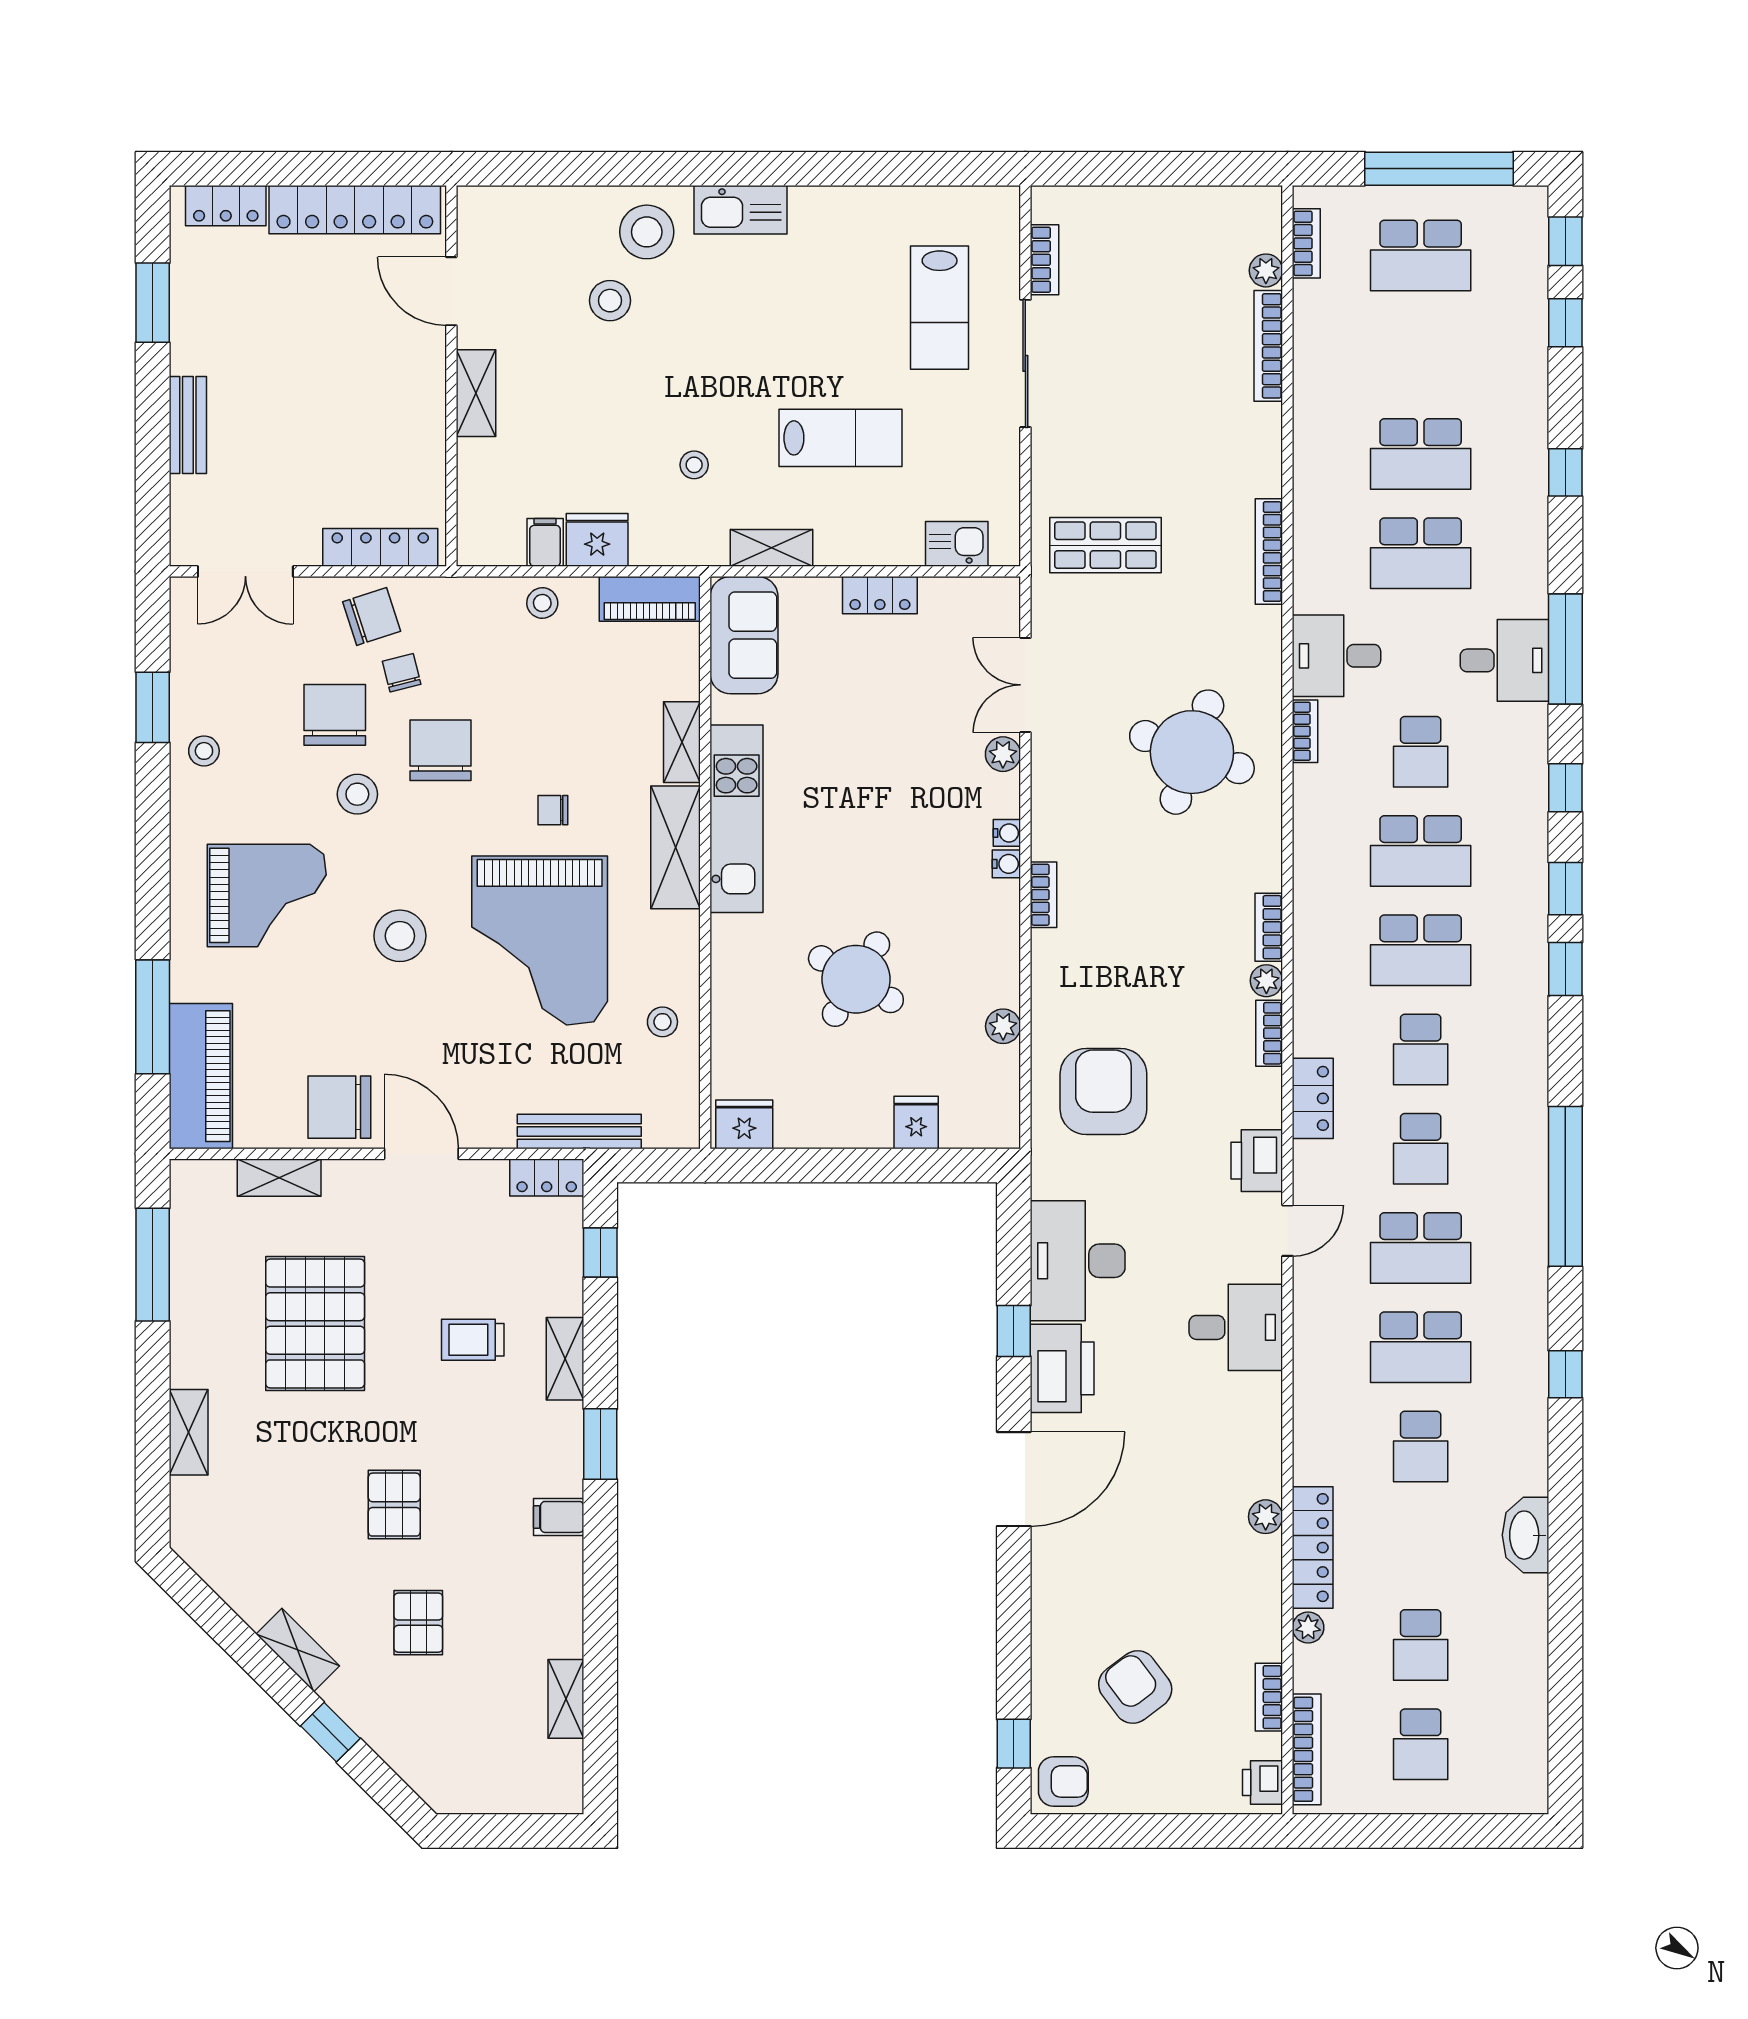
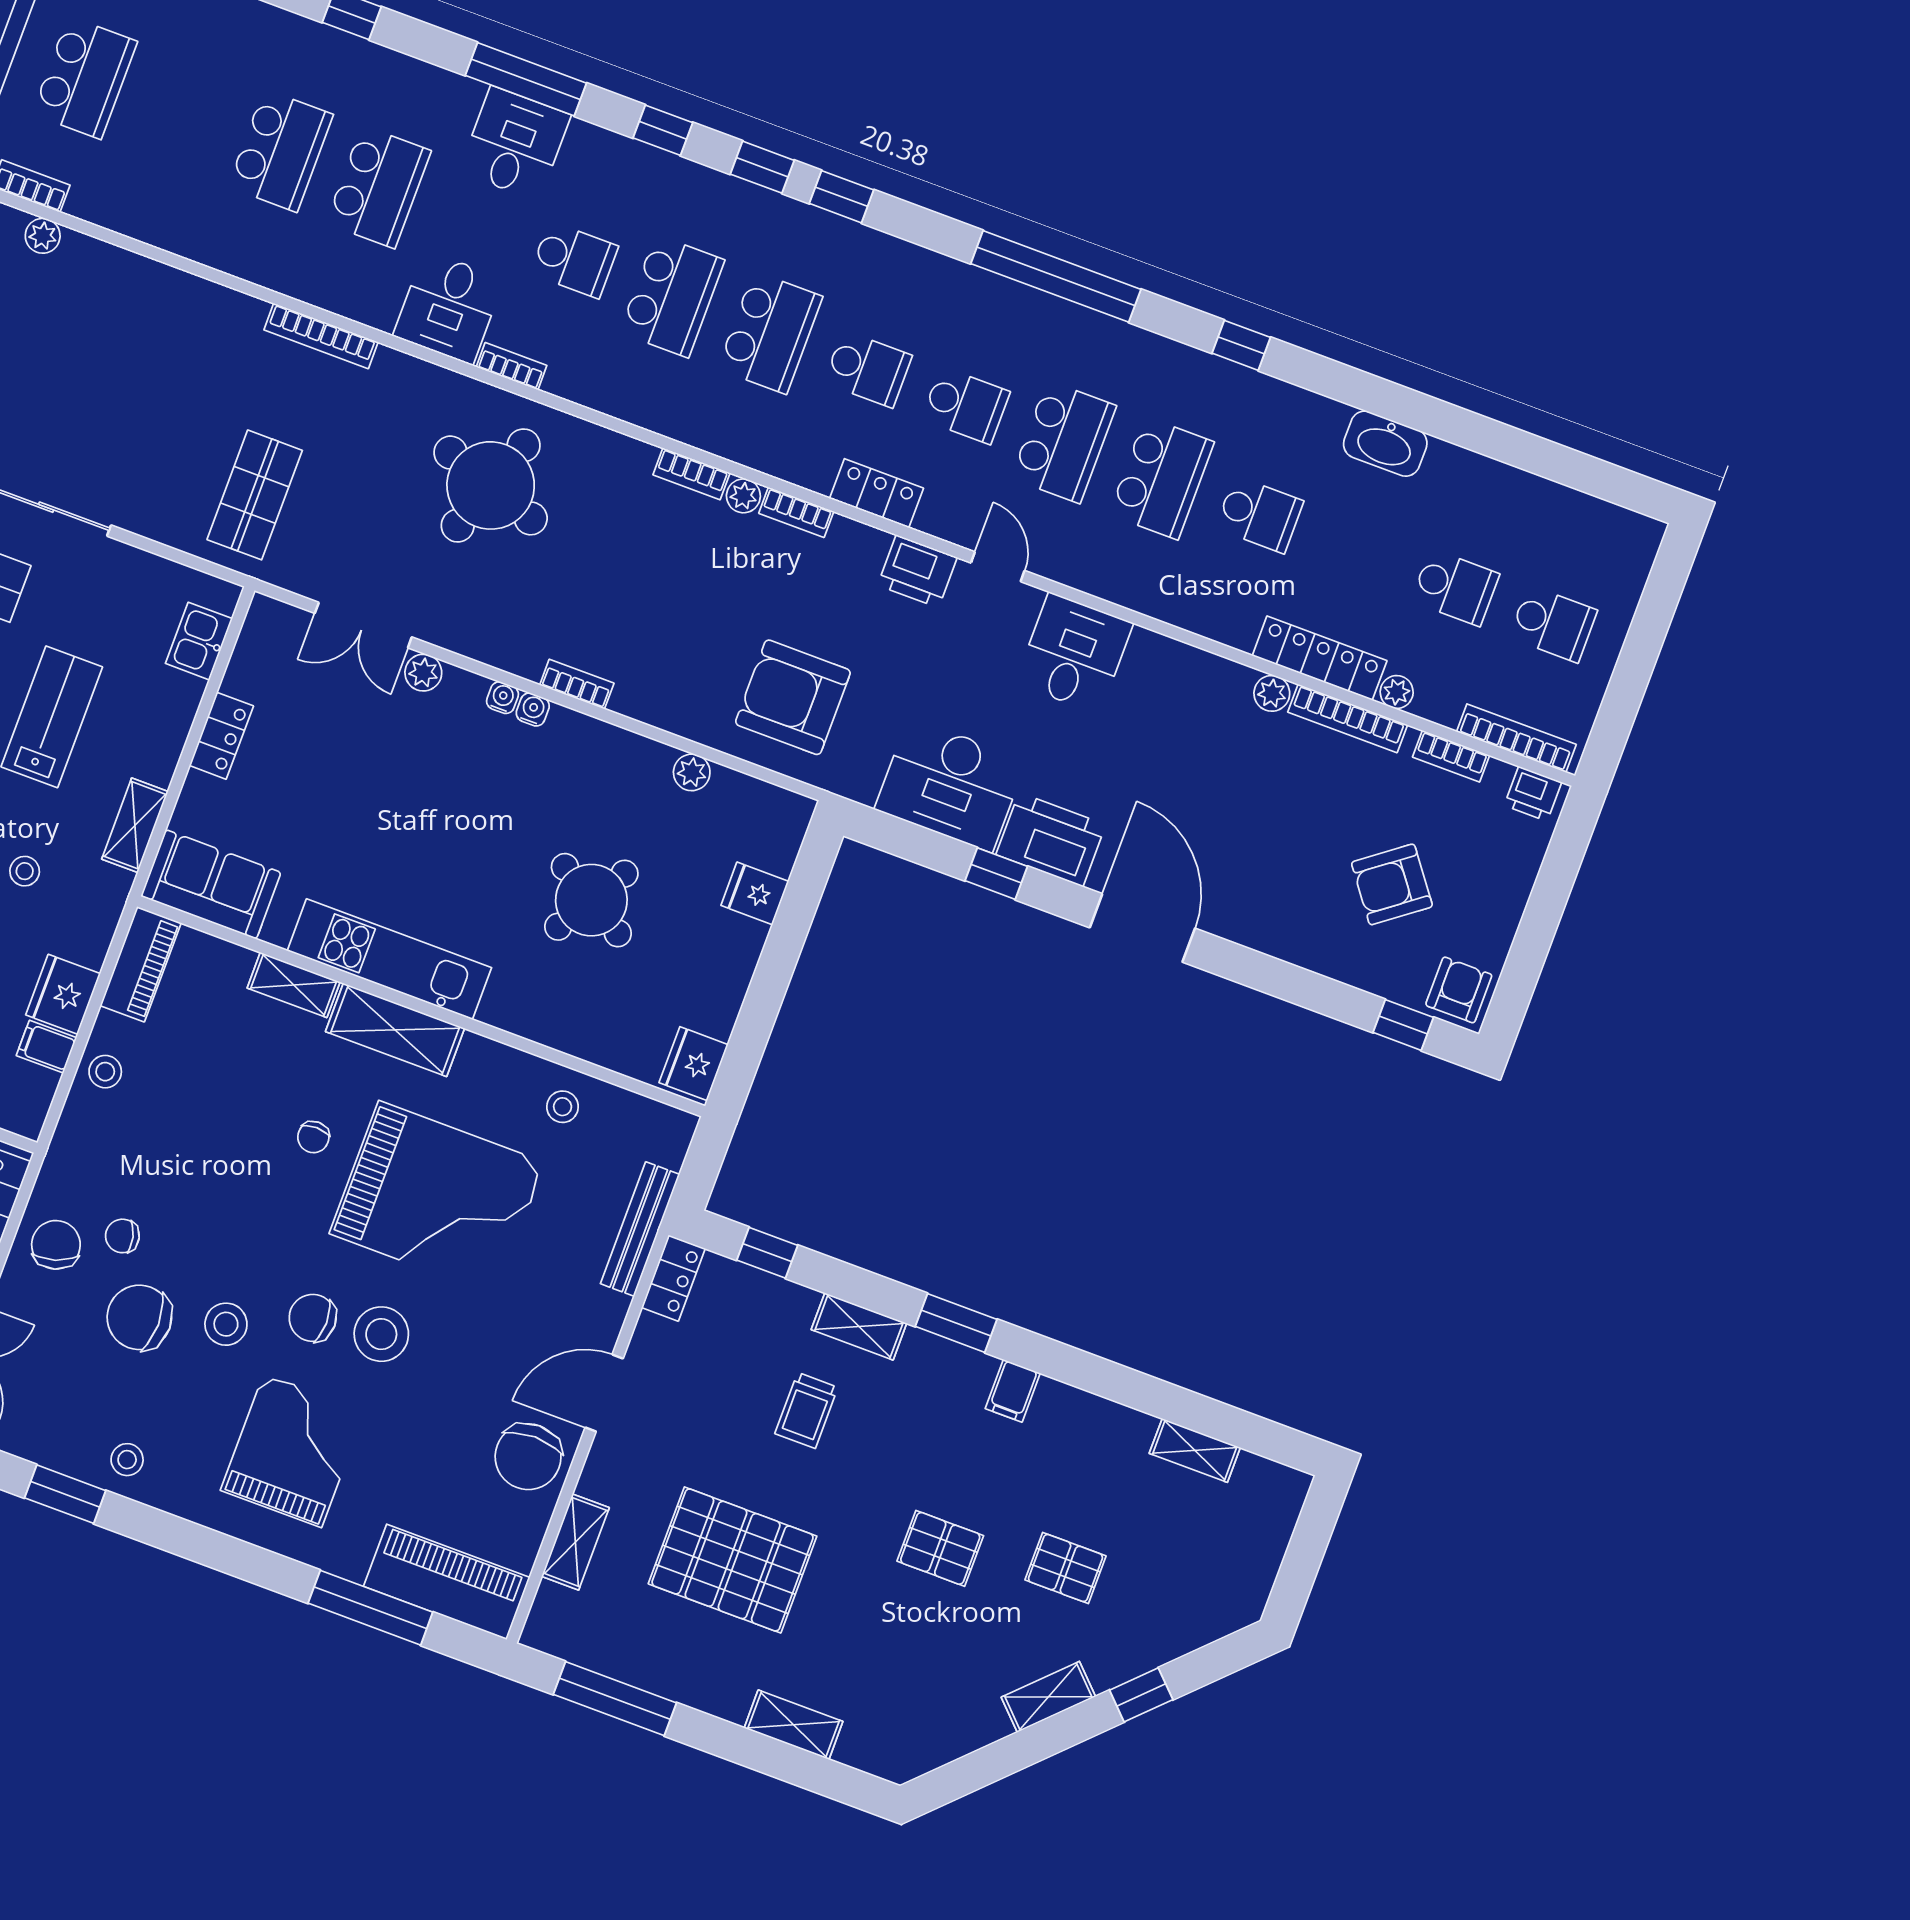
bookcase: (1268, 346) -> (1348, 718), moved
chair: (441, 750) -> (313, 1318), moved, width x0.73, depth x0.73

